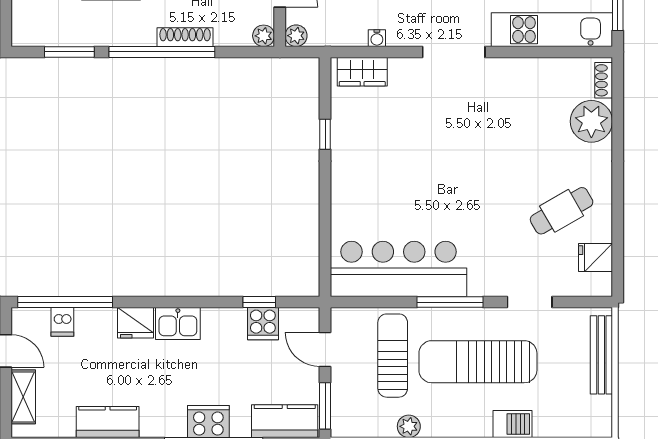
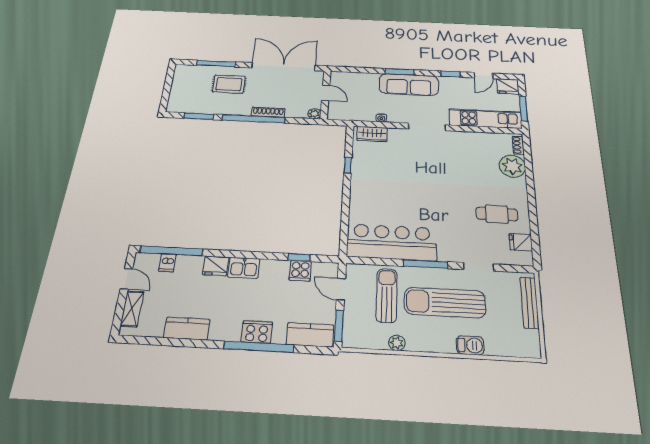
plant: (296, 36) -> (334, 115), removed
cafe table: (562, 211) -> (497, 214), turned 30

